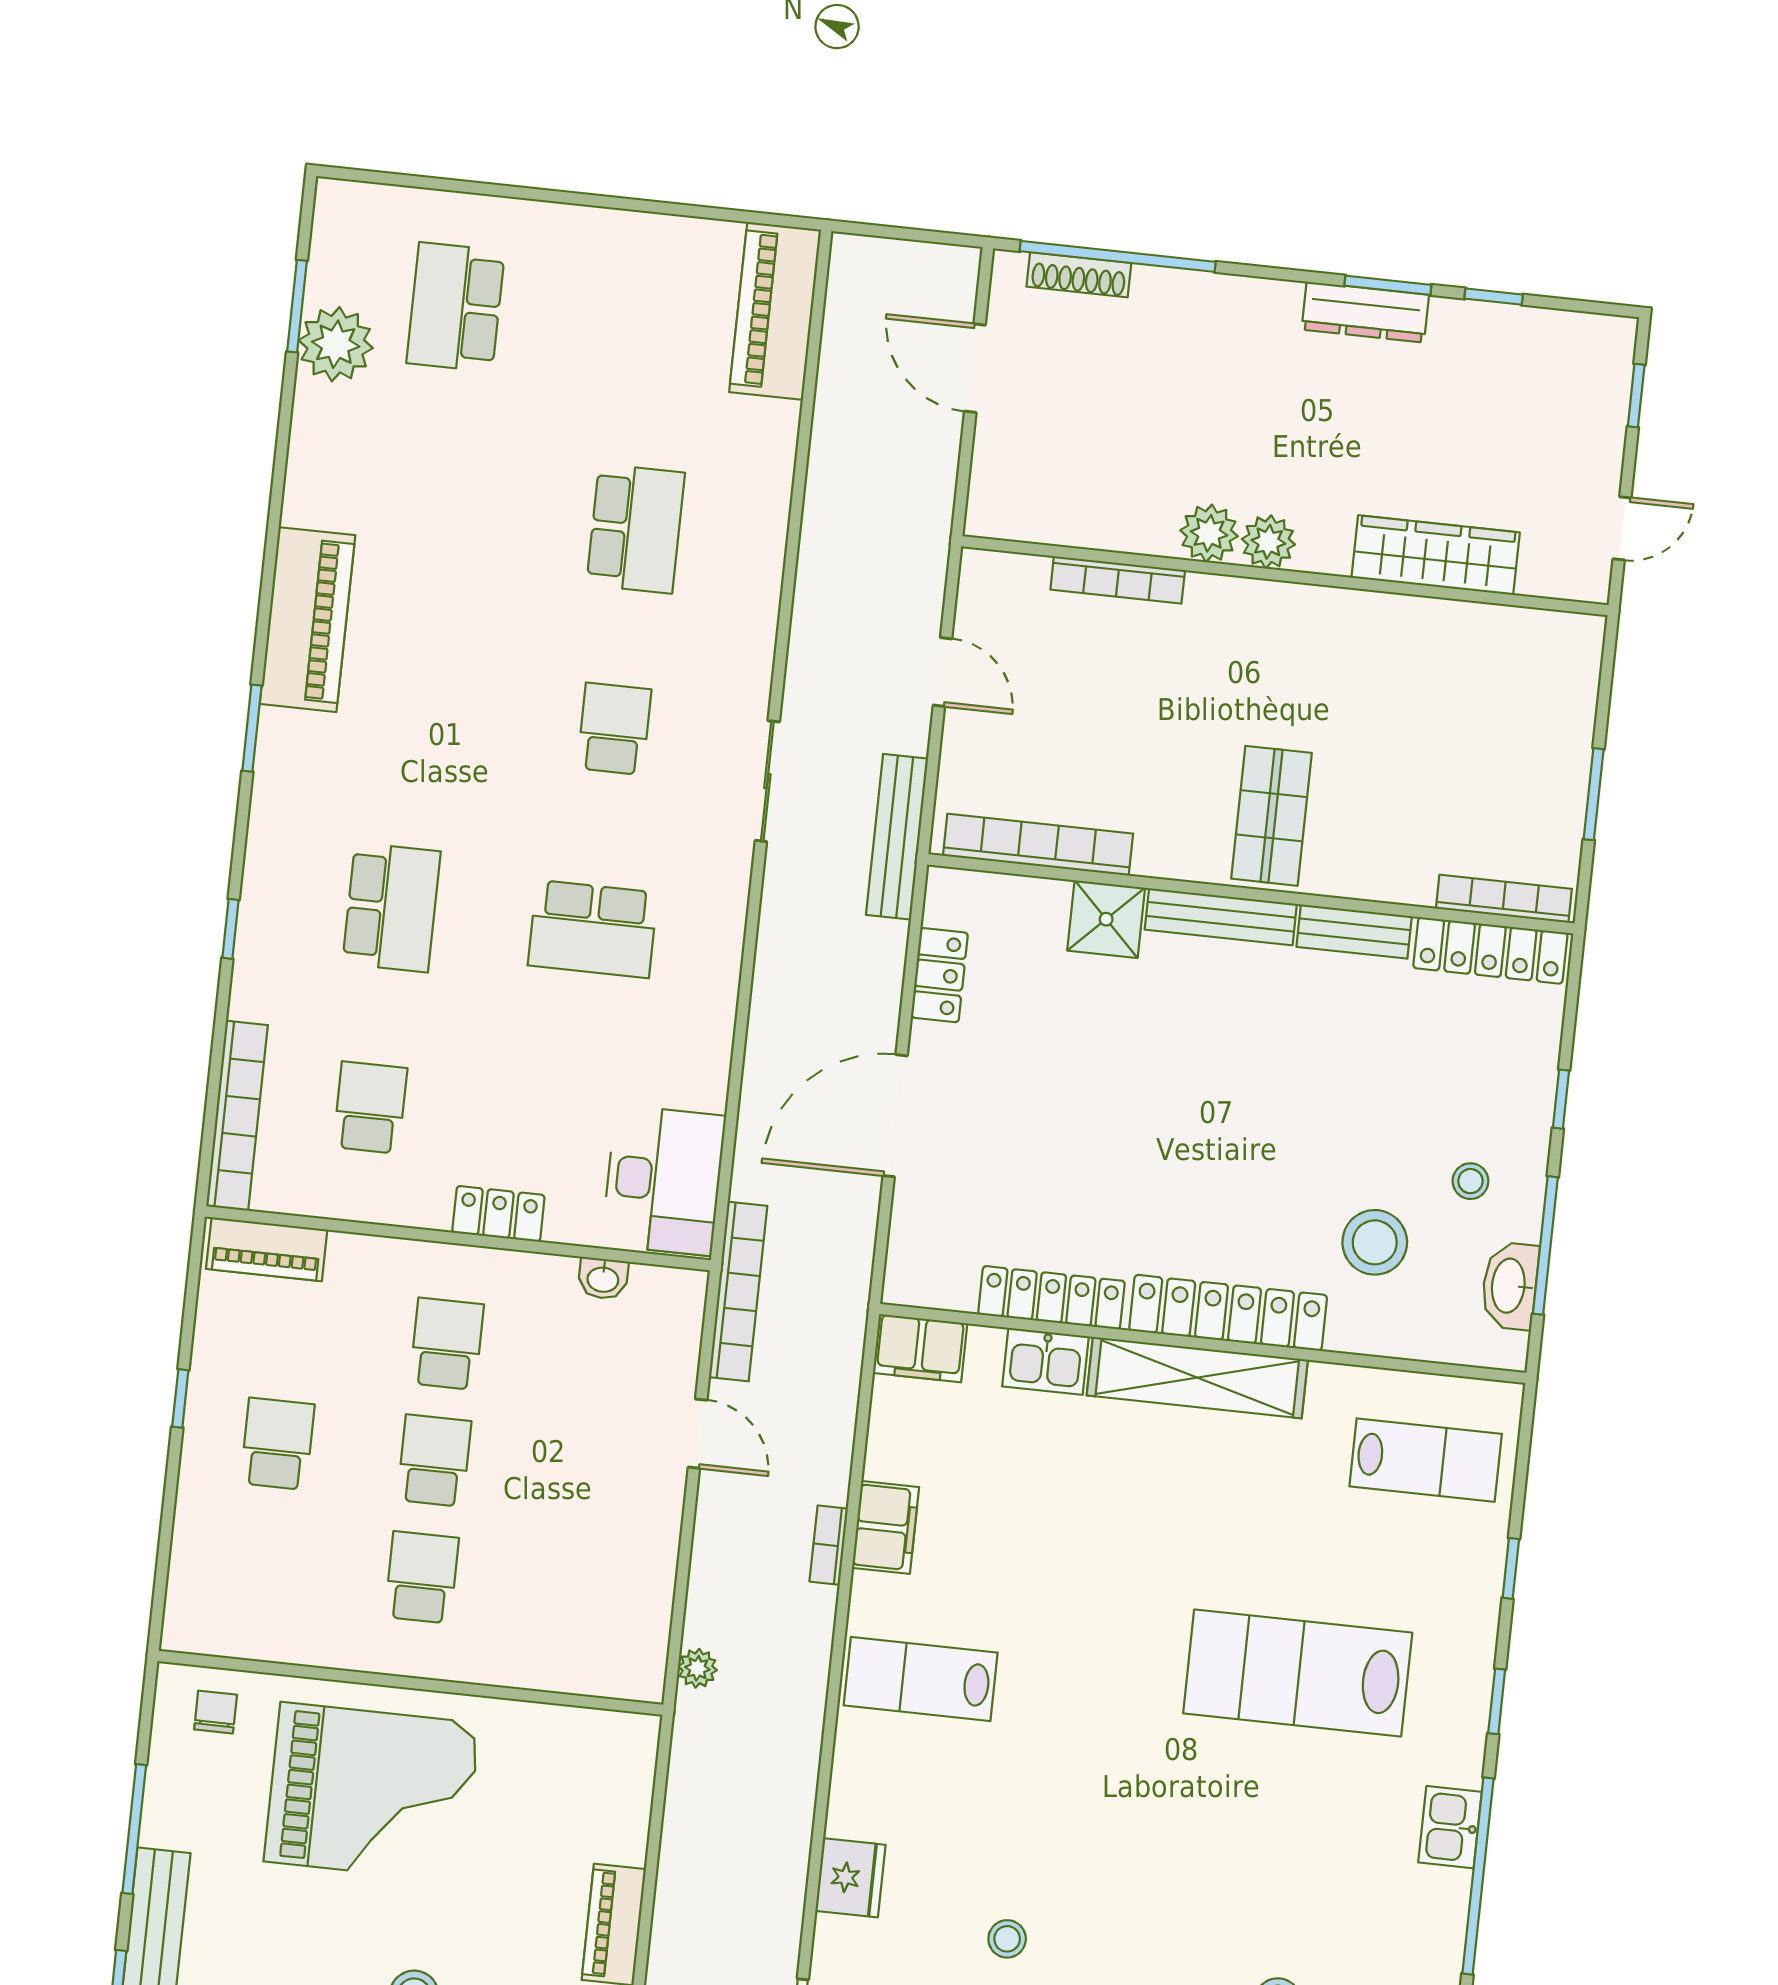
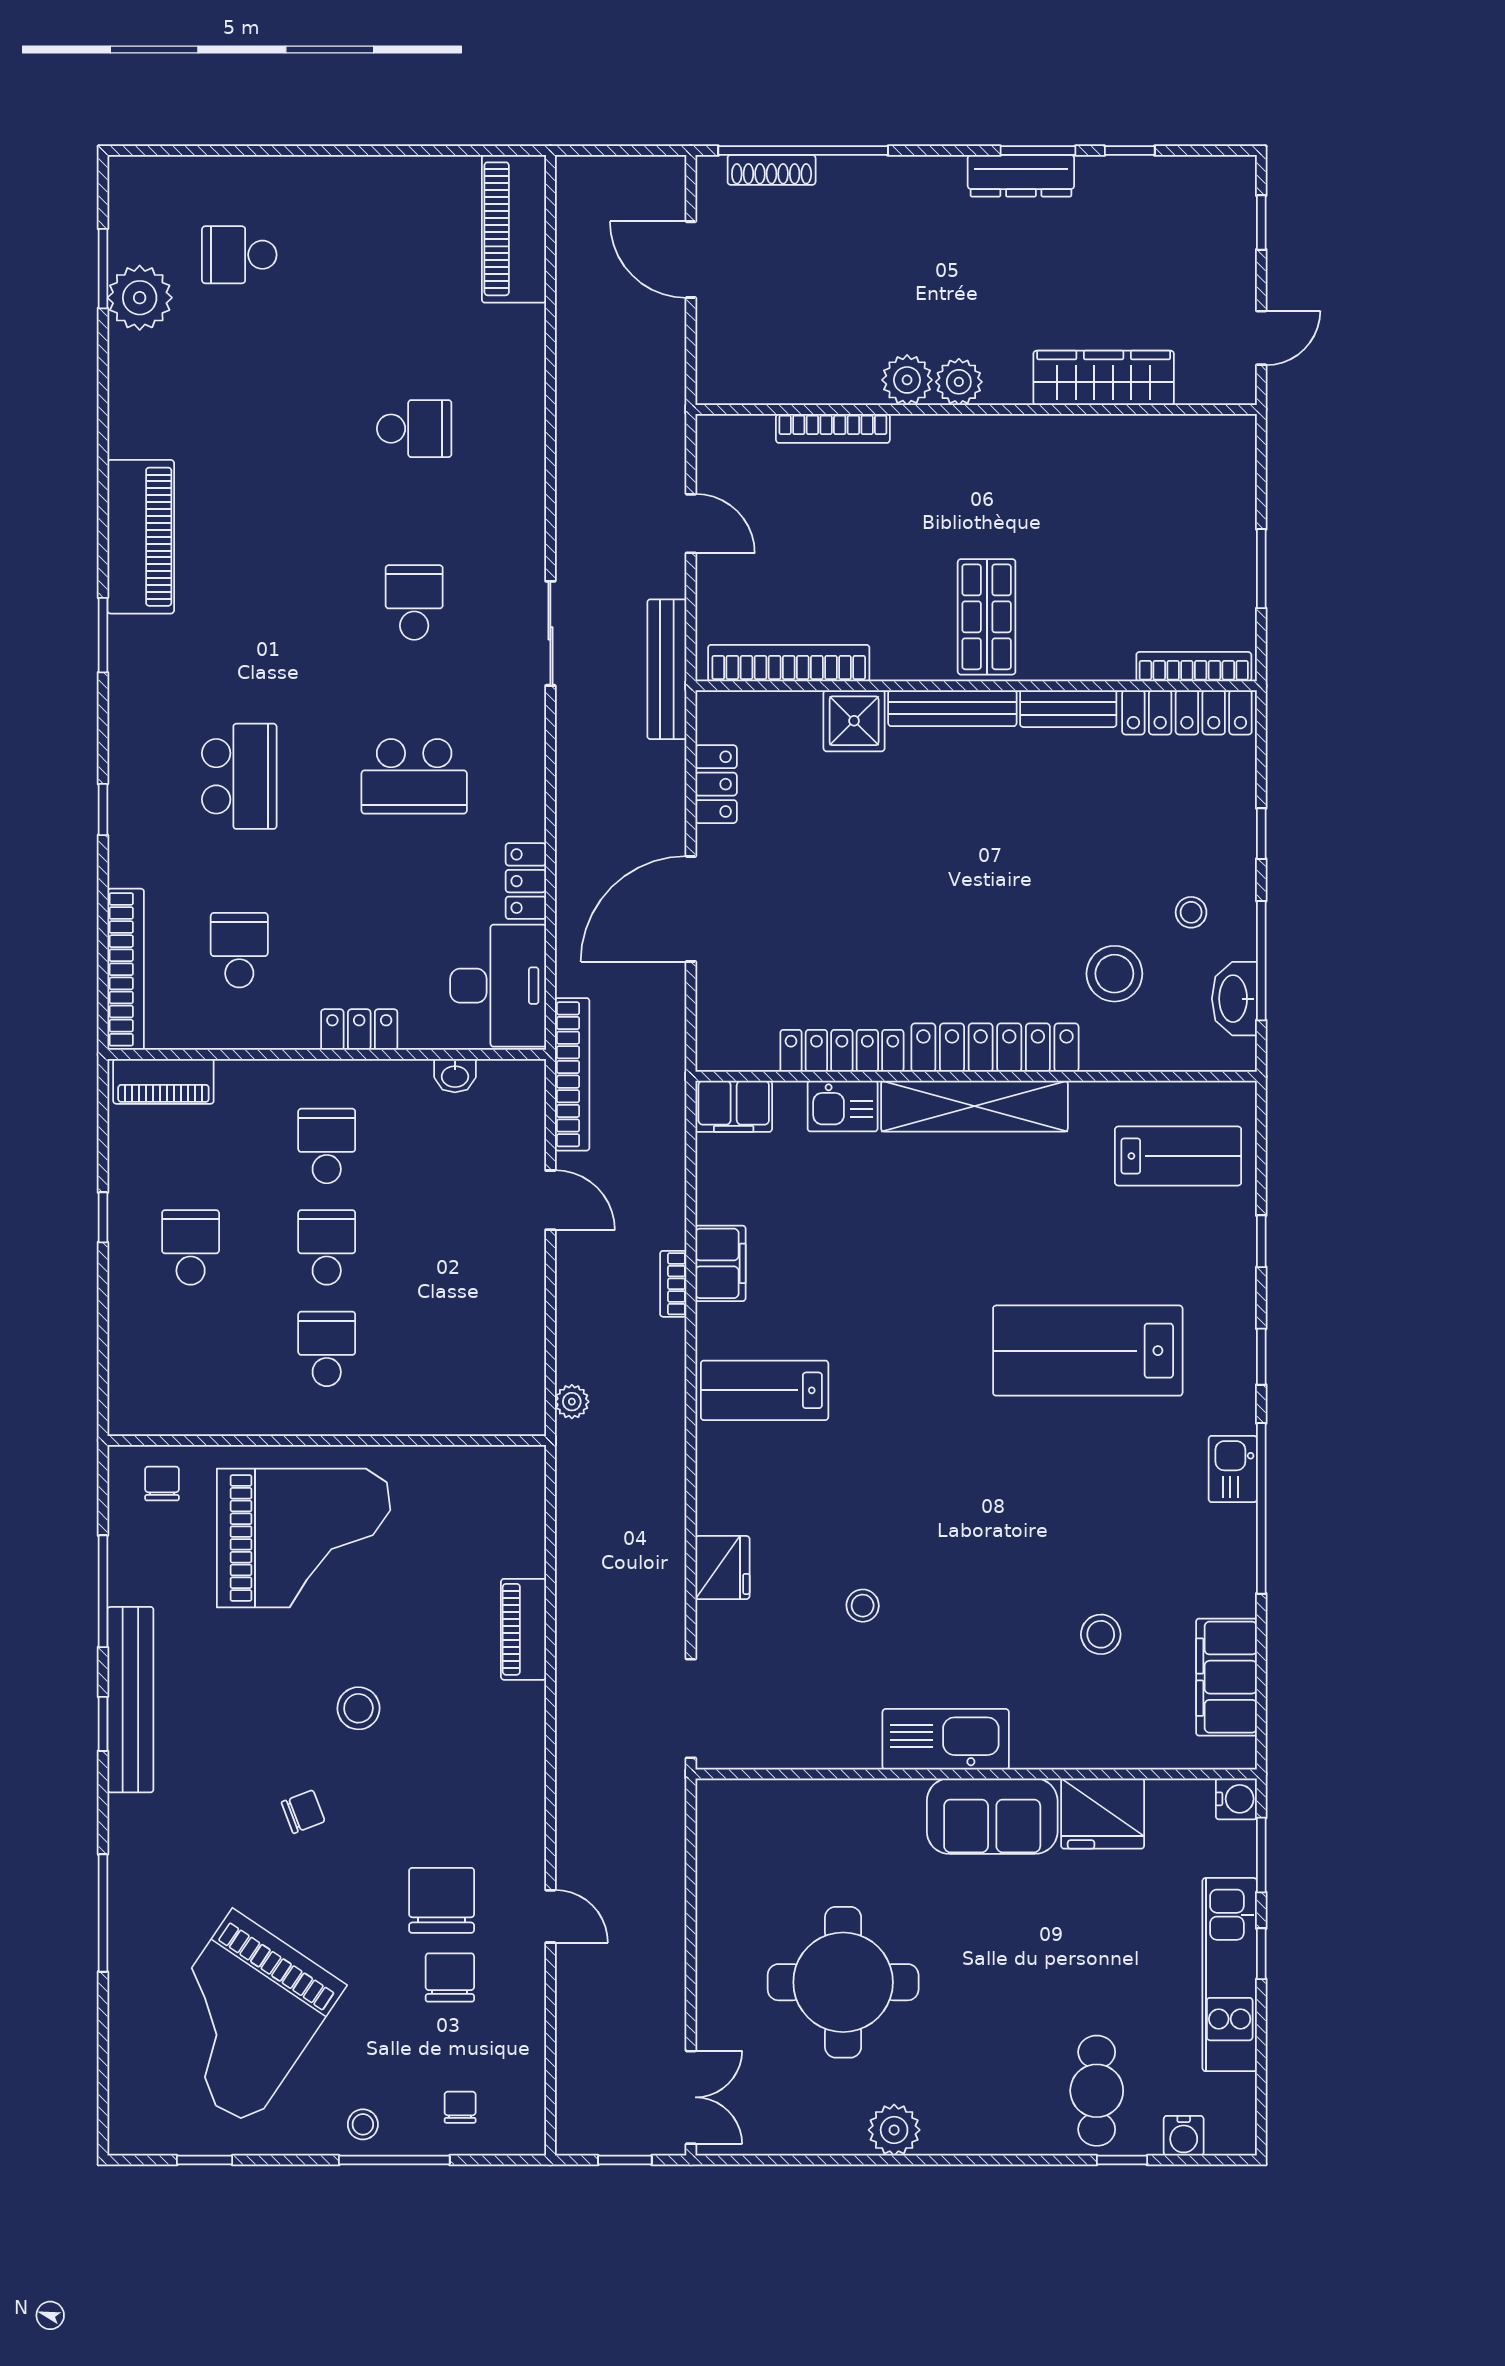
school desk: (456, 307) -> (239, 255), width x0.54
school desk: (636, 529) -> (414, 429), width x0.54
locker: (709, 1063) -> (526, 881), added

